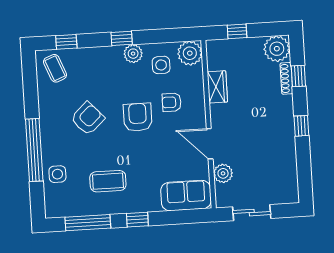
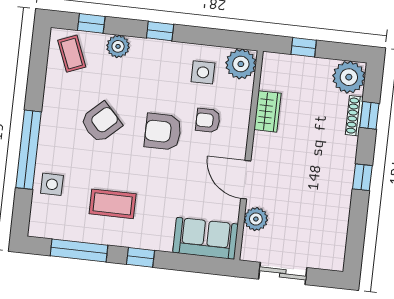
plant: (133, 54) -> (118, 46), moved
armchair: (138, 117) -> (163, 132), turned -90

